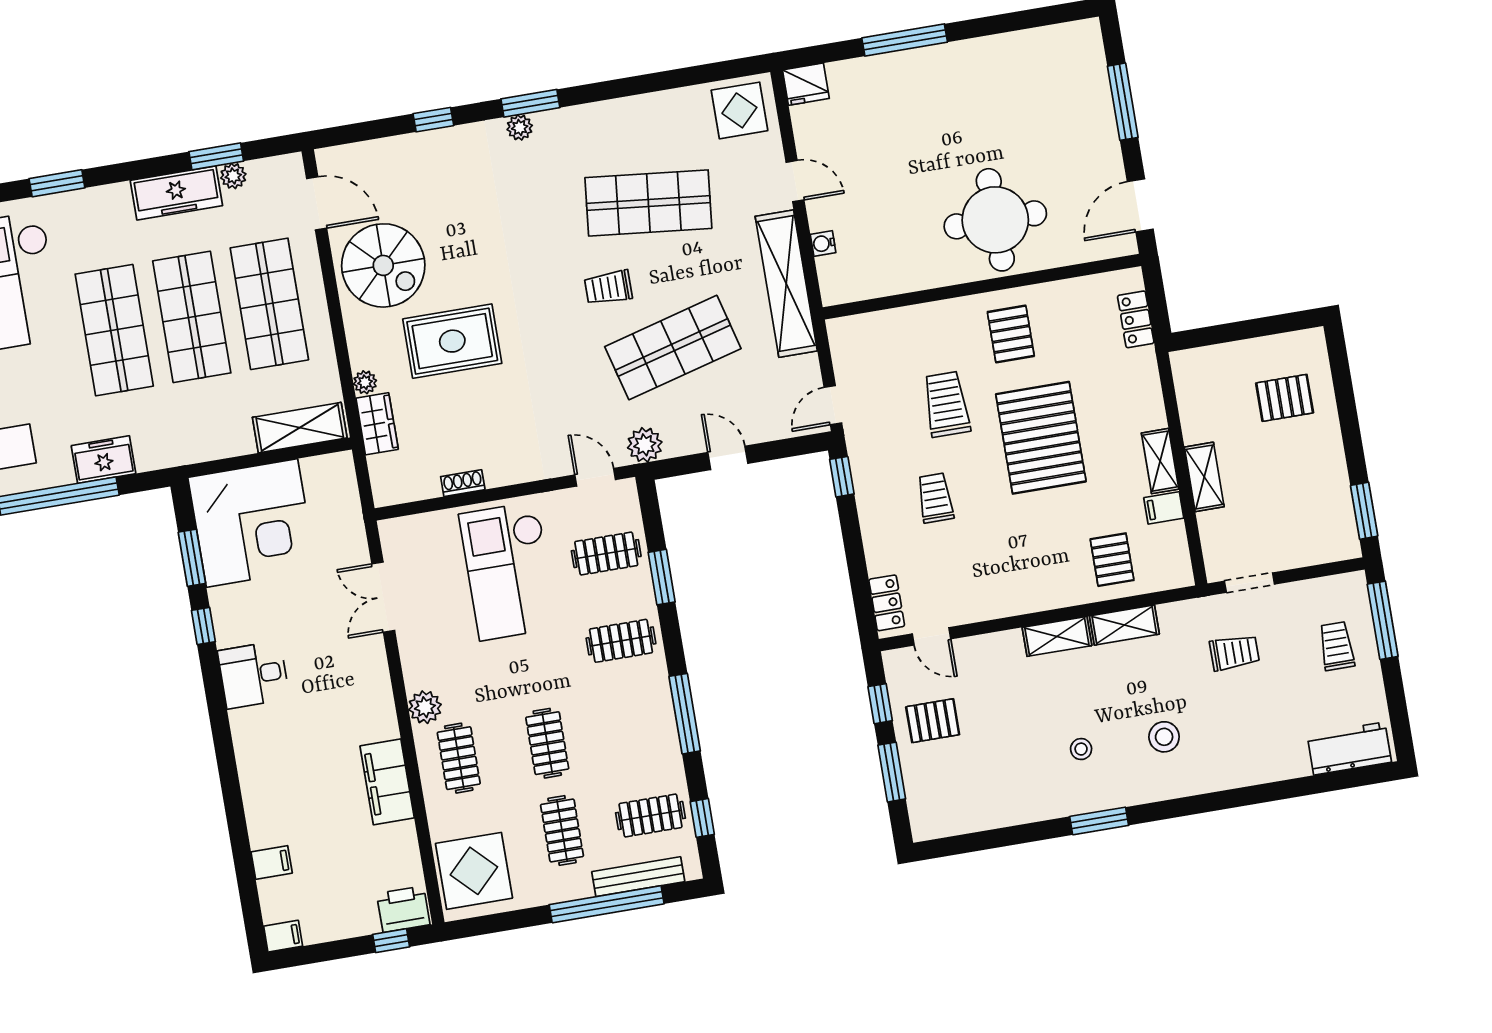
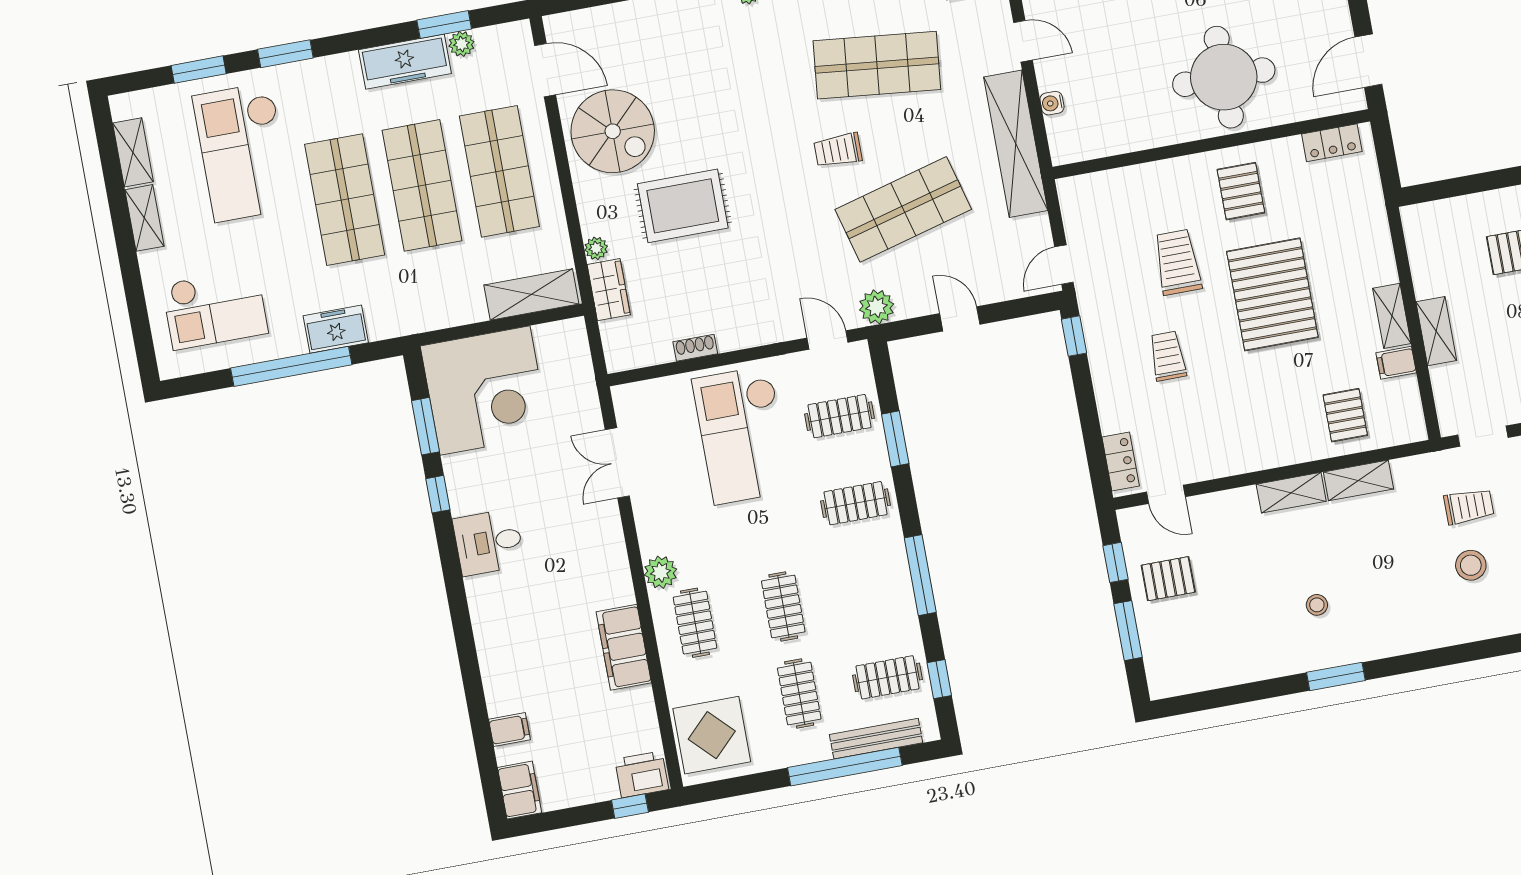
locker: (1136, 319) -> (1332, 143), moved, turned -90
stool: (1164, 737) -> (1471, 565), moved
filing cabinet: (283, 936) -> (520, 790), width x2.00

